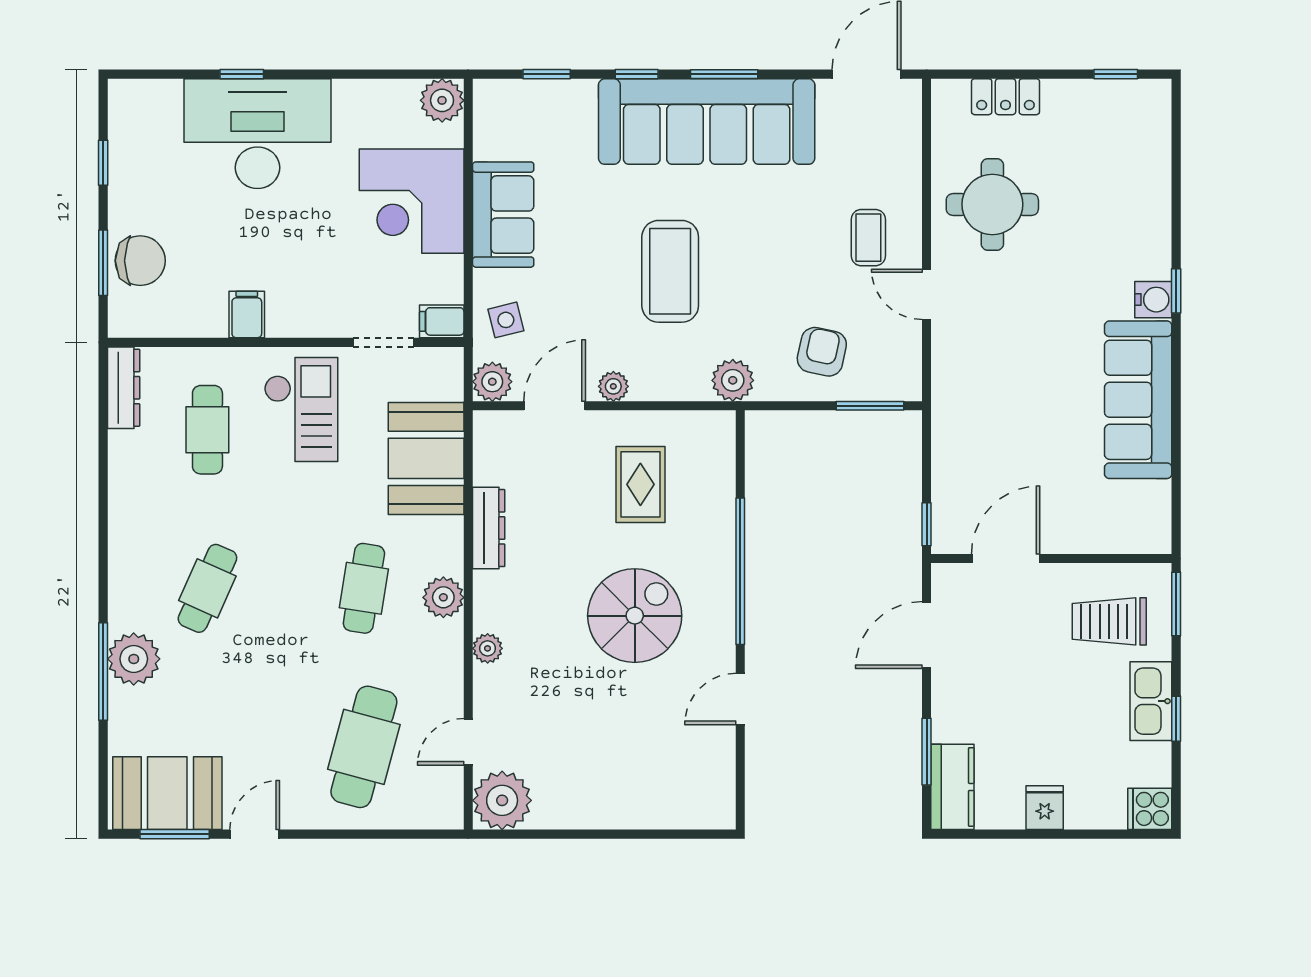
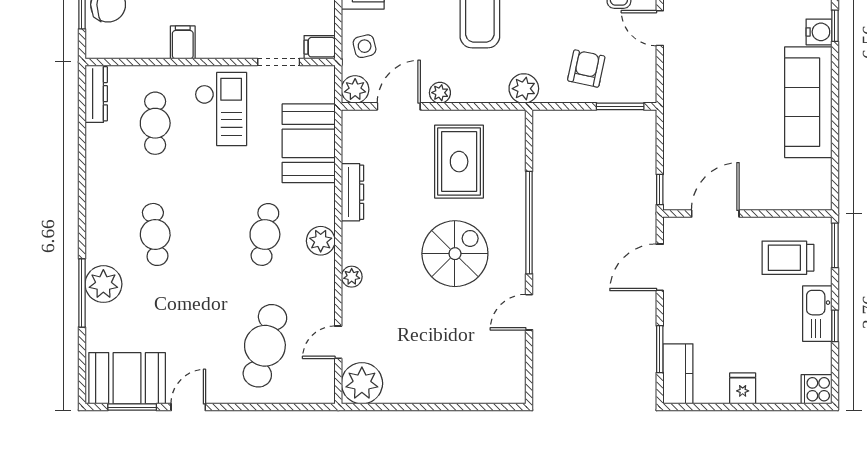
rug: (640, 484) -> (459, 162), width x1.36, depth x1.43
cafe table: (207, 588) -> (155, 234), turned -30

